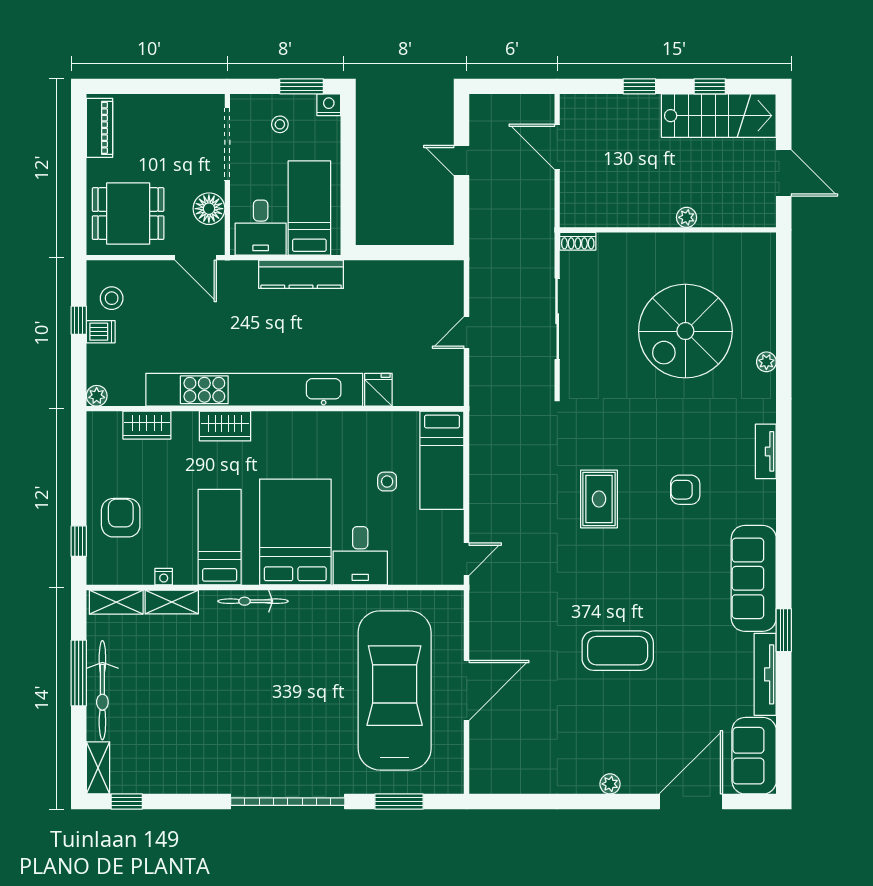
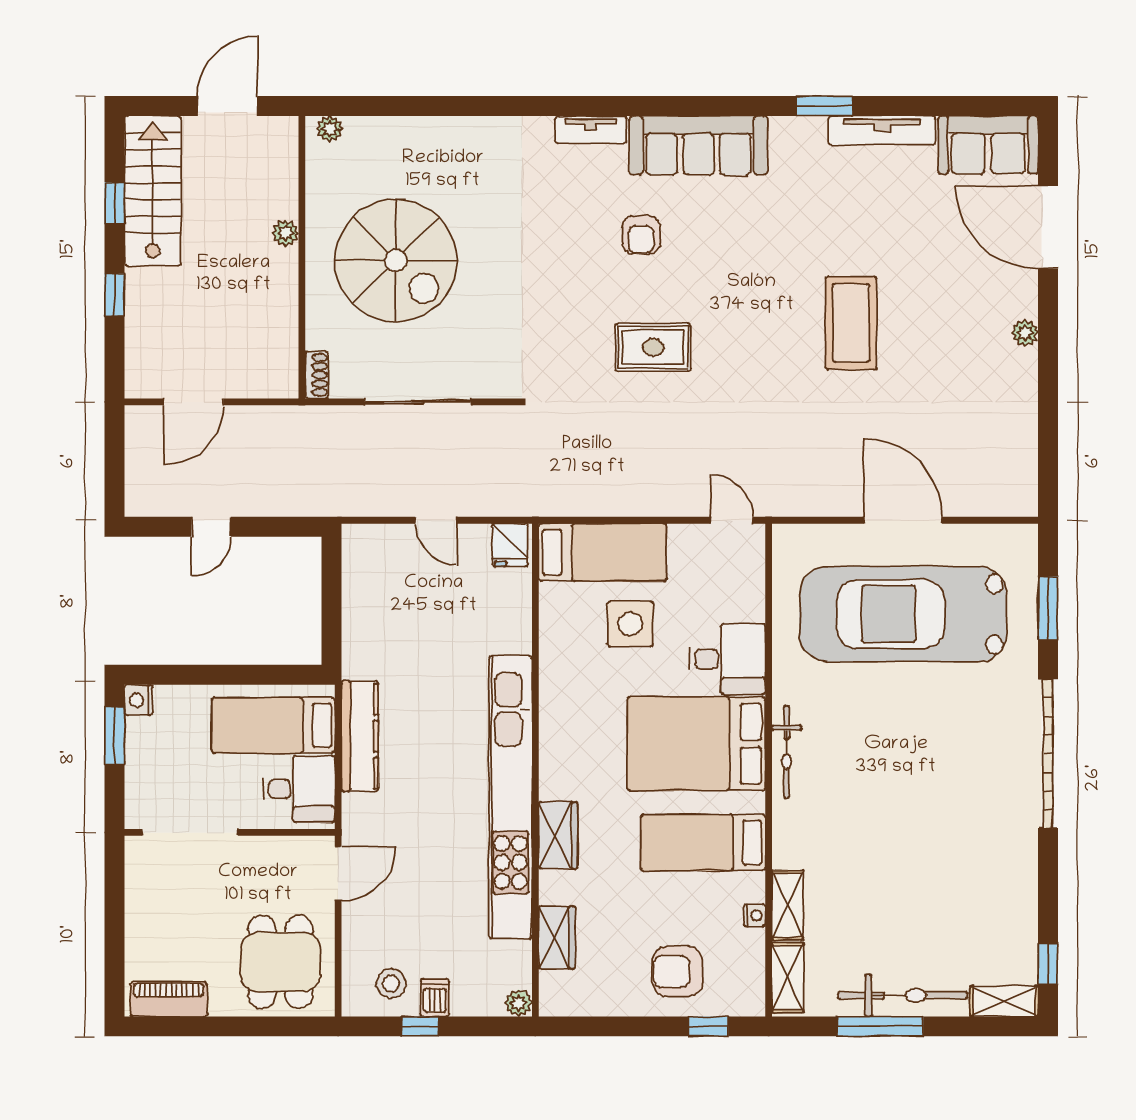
stool: (280, 124) -> (164, 764), removed
floor lamp: (209, 209) -> (274, 856), removed
spiral stairs: (685, 331) -> (396, 260), moved
plant: (766, 362) -> (330, 129), moved
fridge: (378, 390) -> (510, 545), moved, turned -90
side table: (387, 482) -> (630, 624), width x1.87, depth x1.87
sofa: (754, 578) -> (698, 145), moved
bicycle: (253, 601) -> (787, 752), moved

